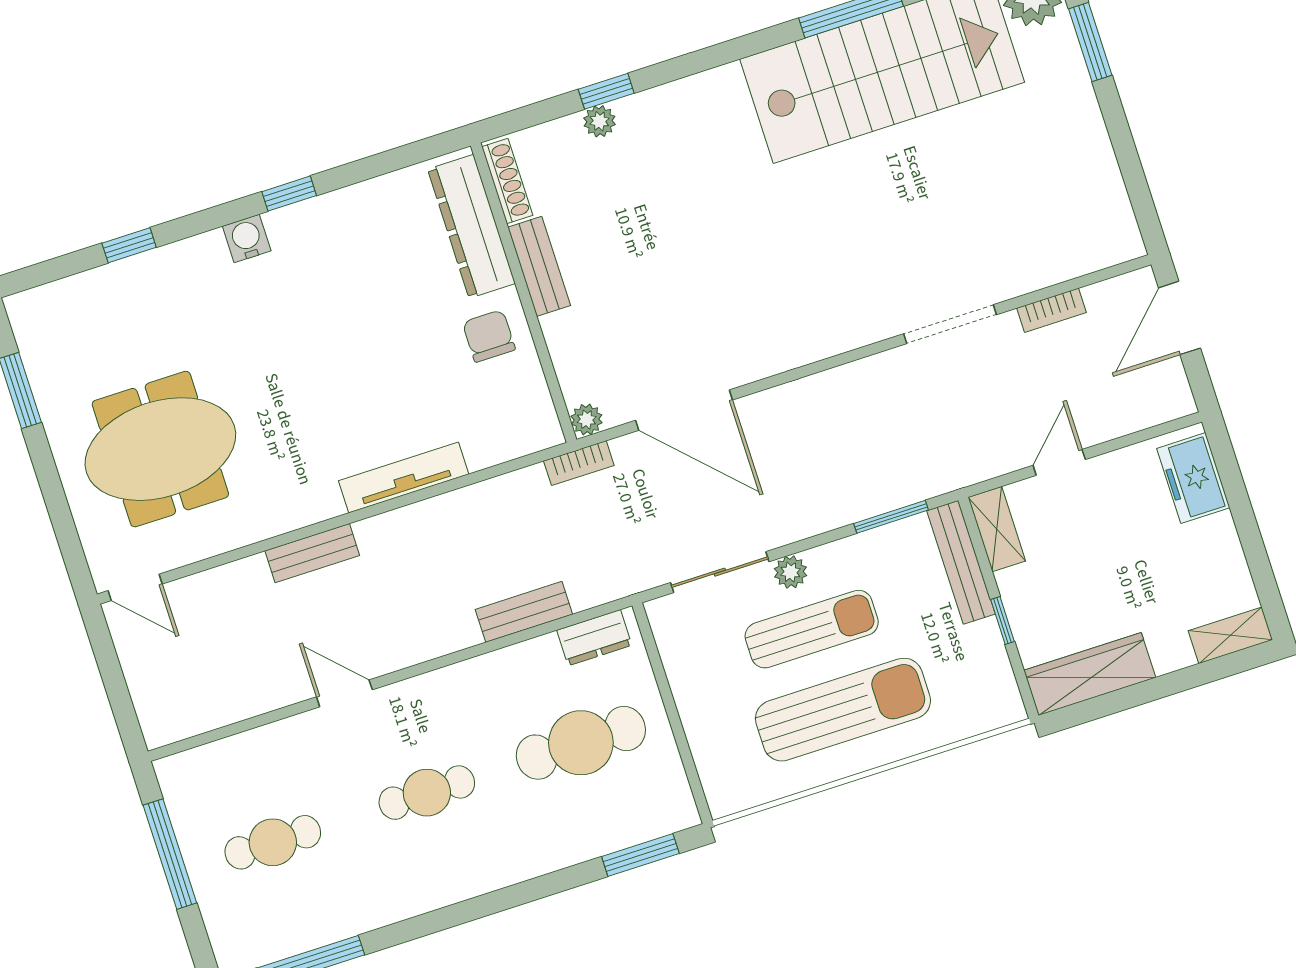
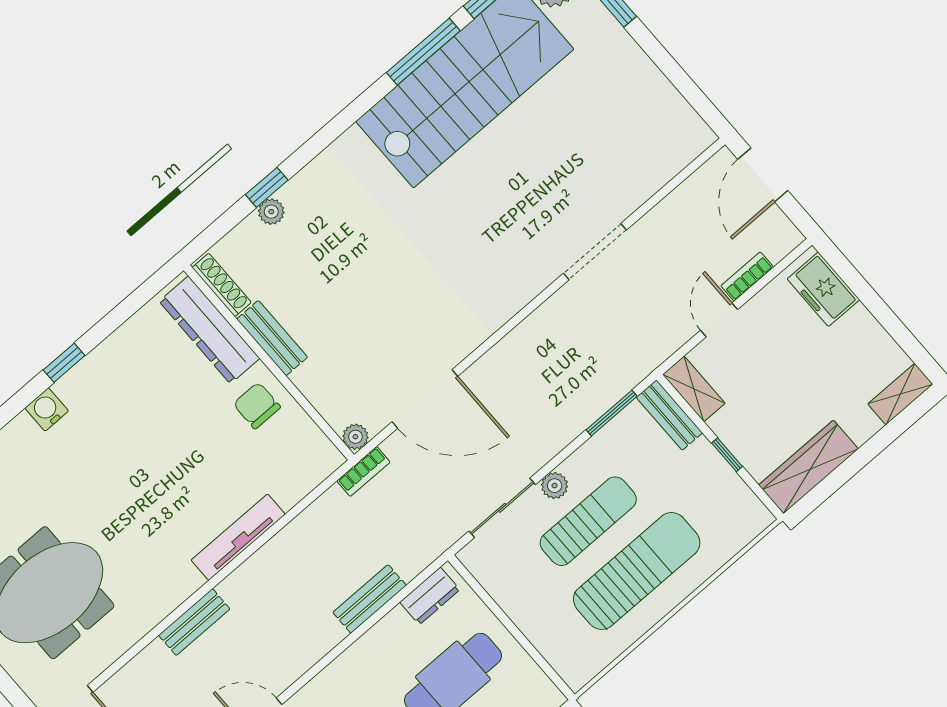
bookcase: (1051, 310) -> (747, 276), moved, turned 180
bench: (961, 562) -> (669, 415), width x0.73

